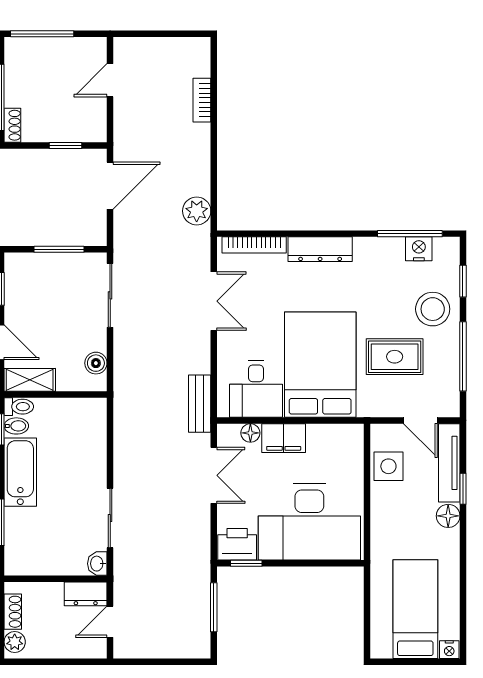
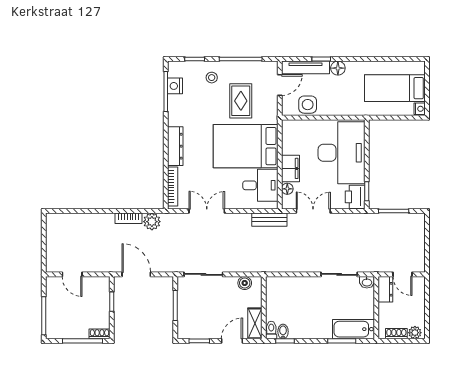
bookcase: (202, 100) -> (129, 218), moved
stool: (433, 309) -> (212, 78), width x0.53, depth x0.53
bathtub: (20, 472) -> (353, 329), moved
nightstand: (449, 650) -> (420, 109), moved

